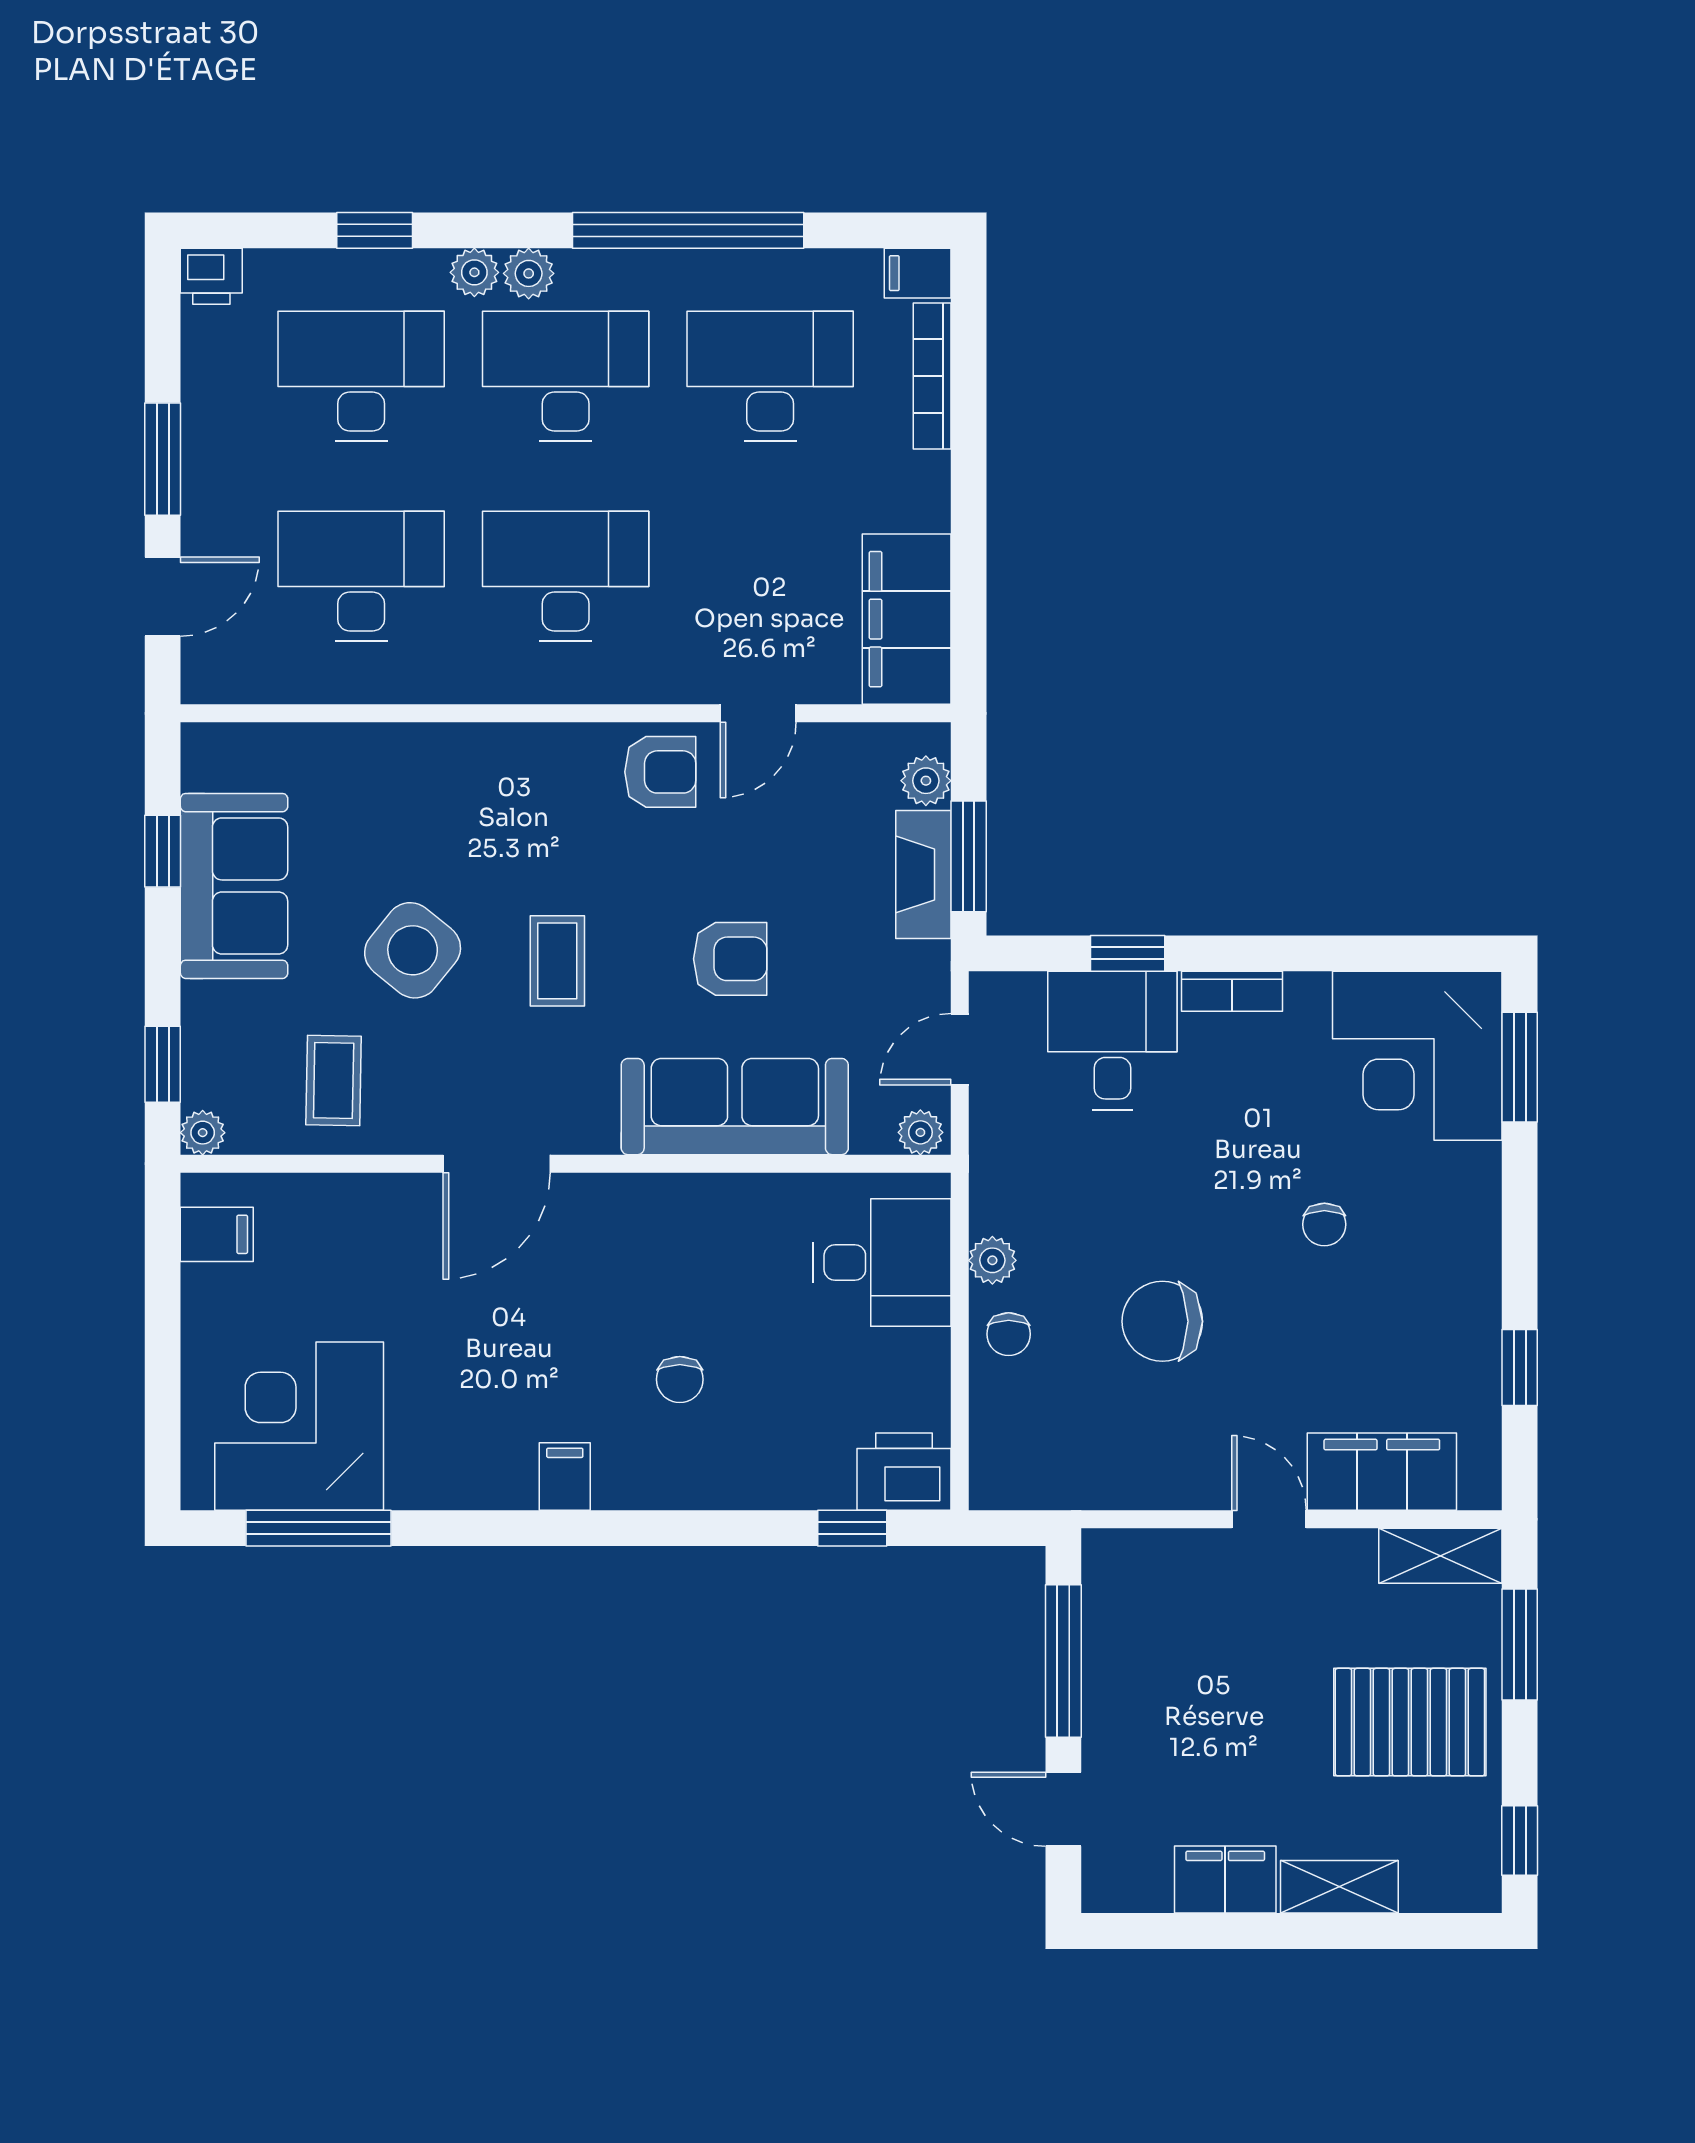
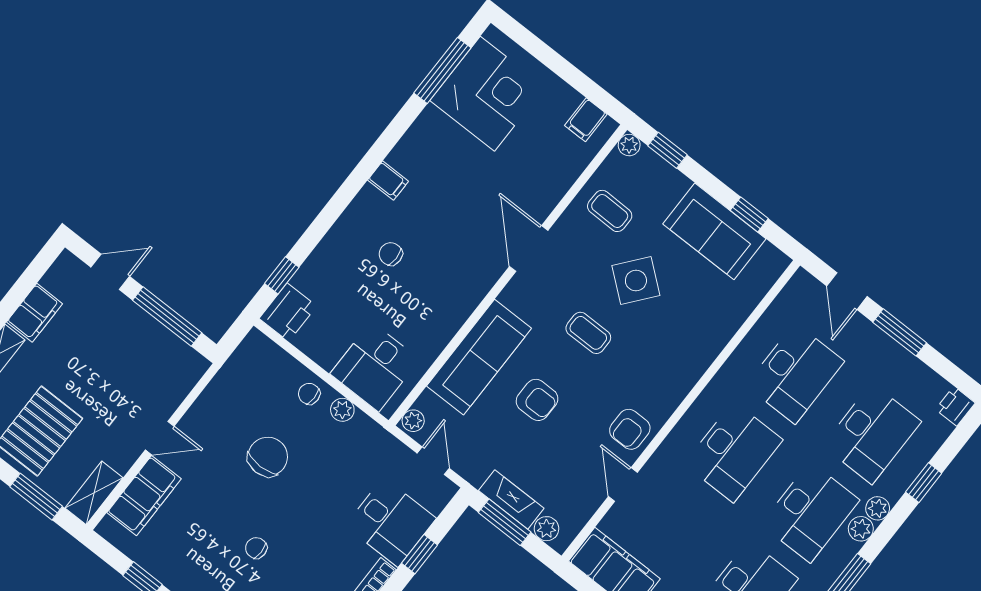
armchair: (730, 959) -> (537, 400), turned -90

